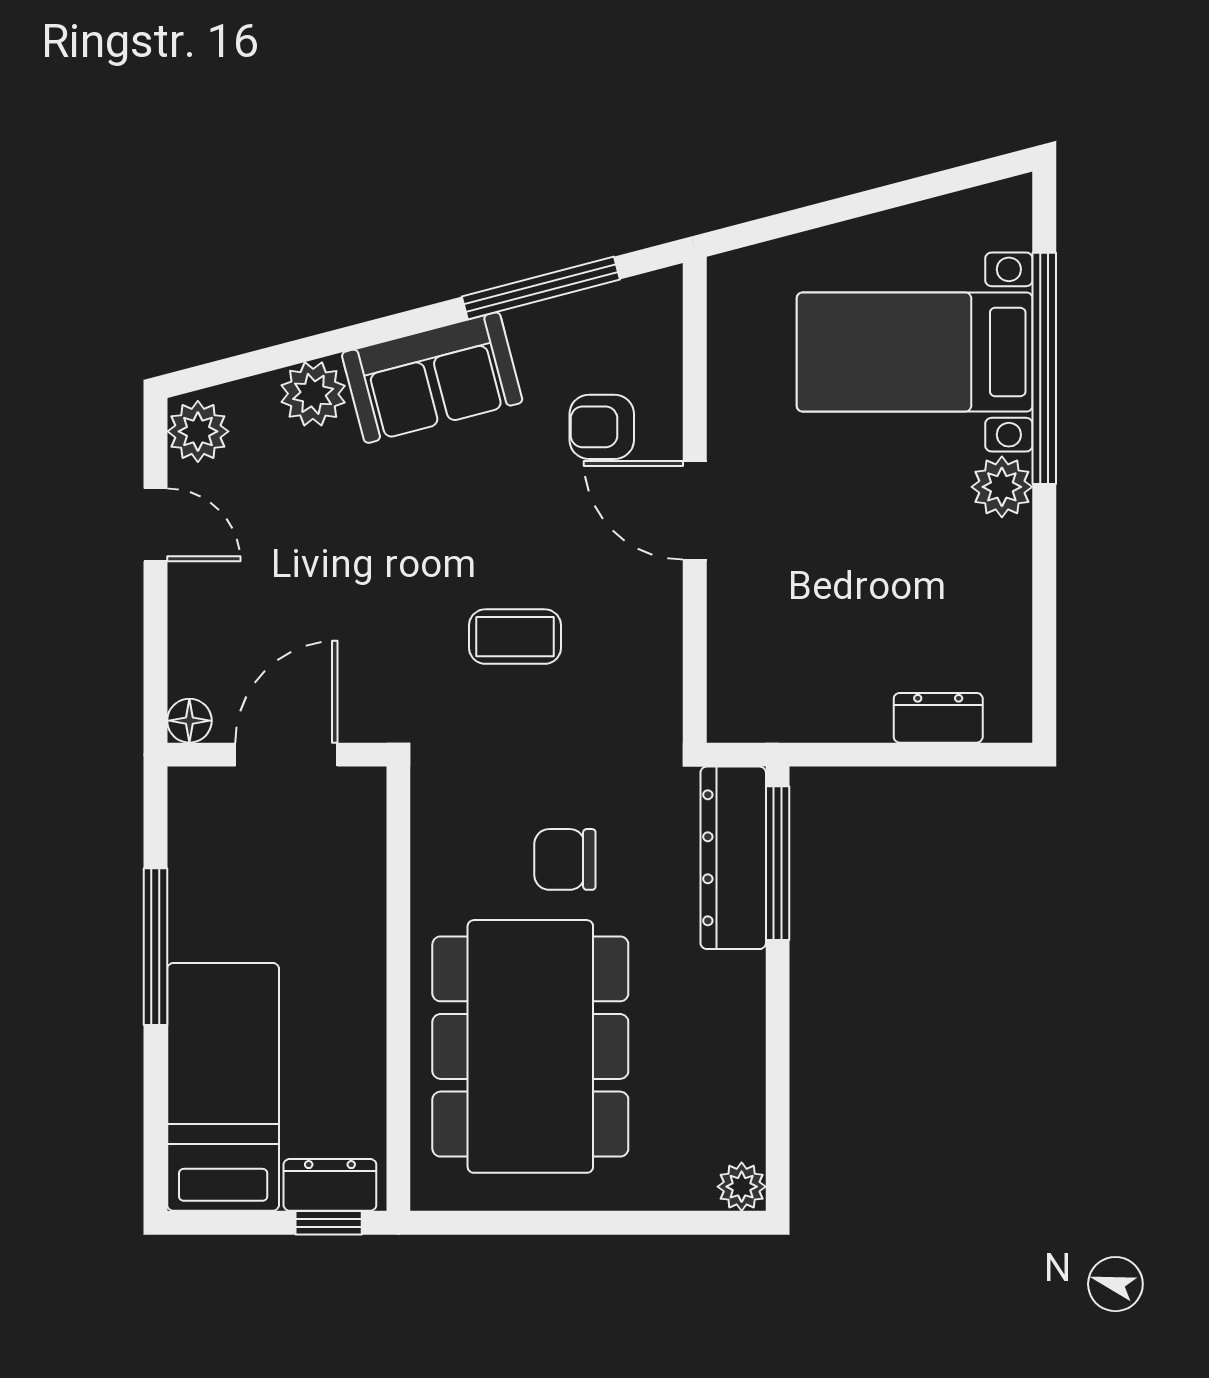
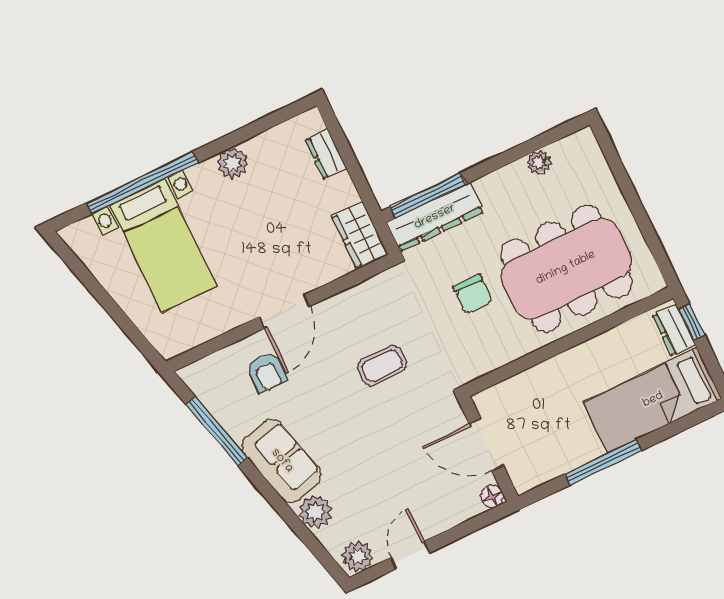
plant: (1002, 487) -> (232, 163), moved
coffee table: (515, 637) -> (382, 366), turned 90
wardrobe: (766, 709) -> (360, 235), added
plant: (742, 1187) -> (539, 162), moved

